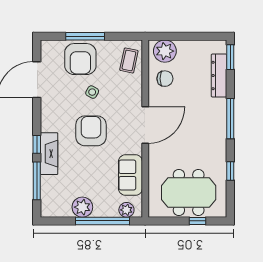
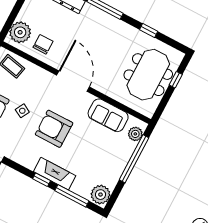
plant: (82, 207) -> (100, 195), moved

